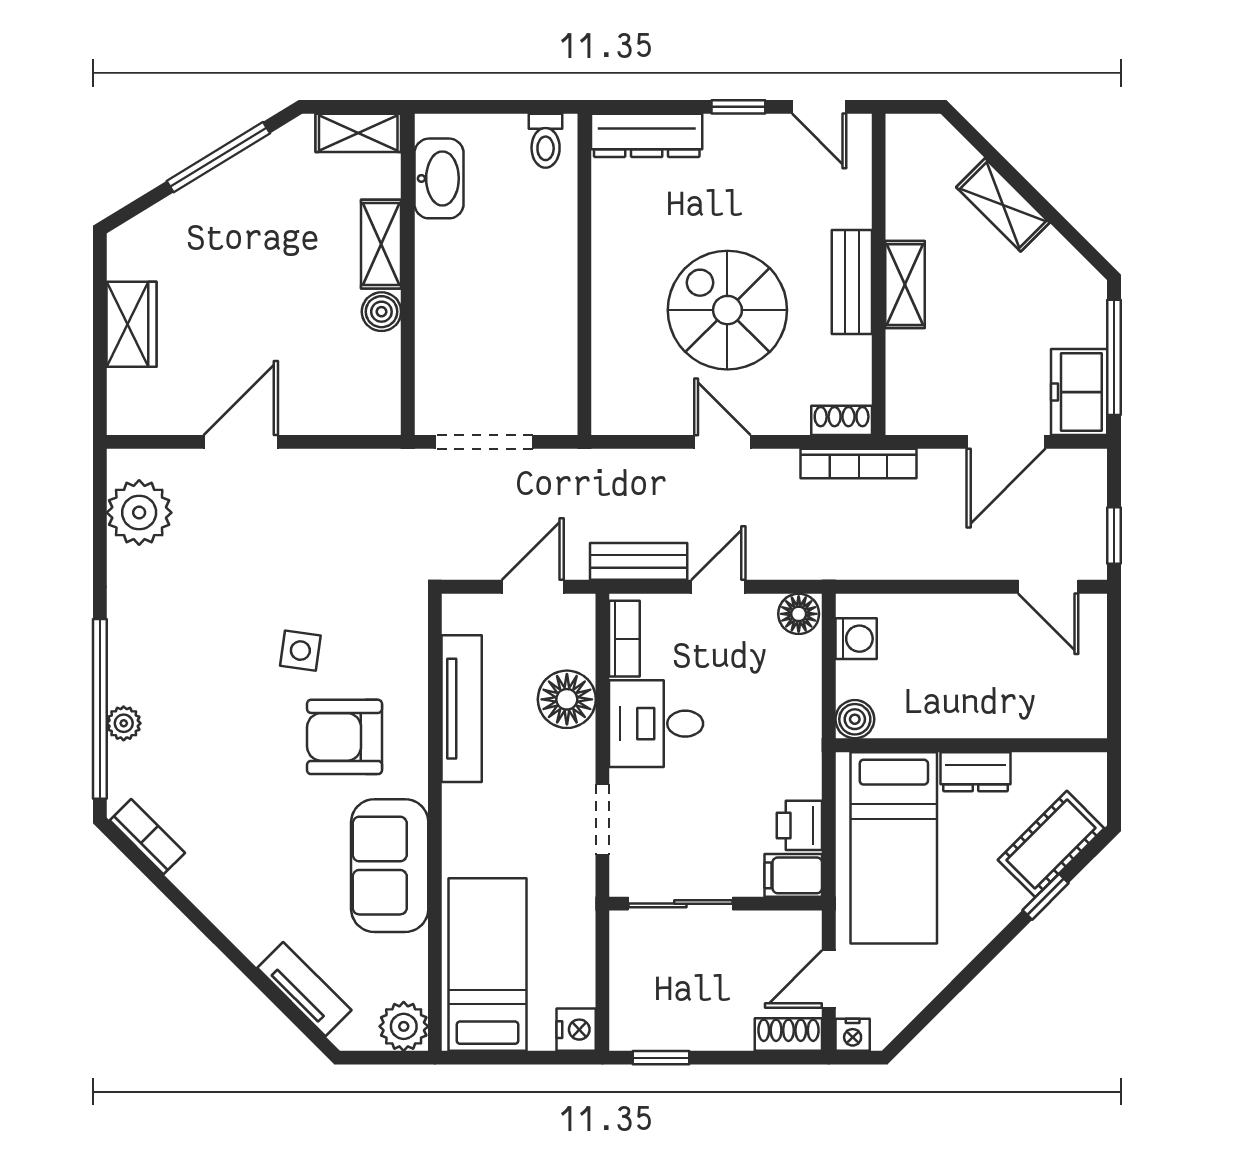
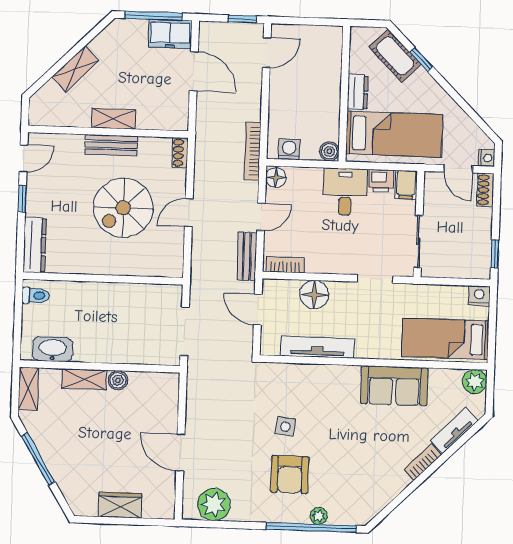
bookcase: (859, 464) -> (252, 151), moved, turned 180
door: (718, 587) -> (261, 217), swing flipped
desk: (656, 724) -> (345, 192), moved, turned 180
armchair: (345, 737) -> (290, 475), moved
bookcase: (147, 837) -> (423, 462), moved

